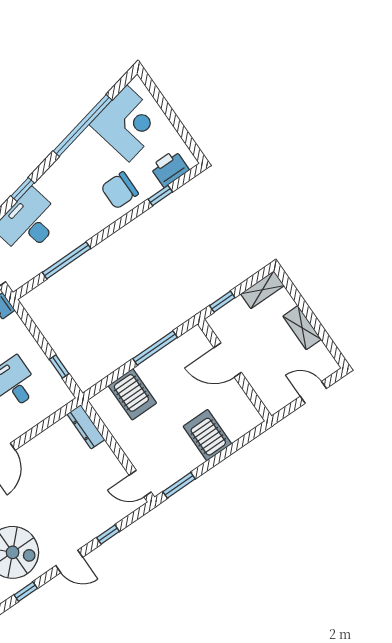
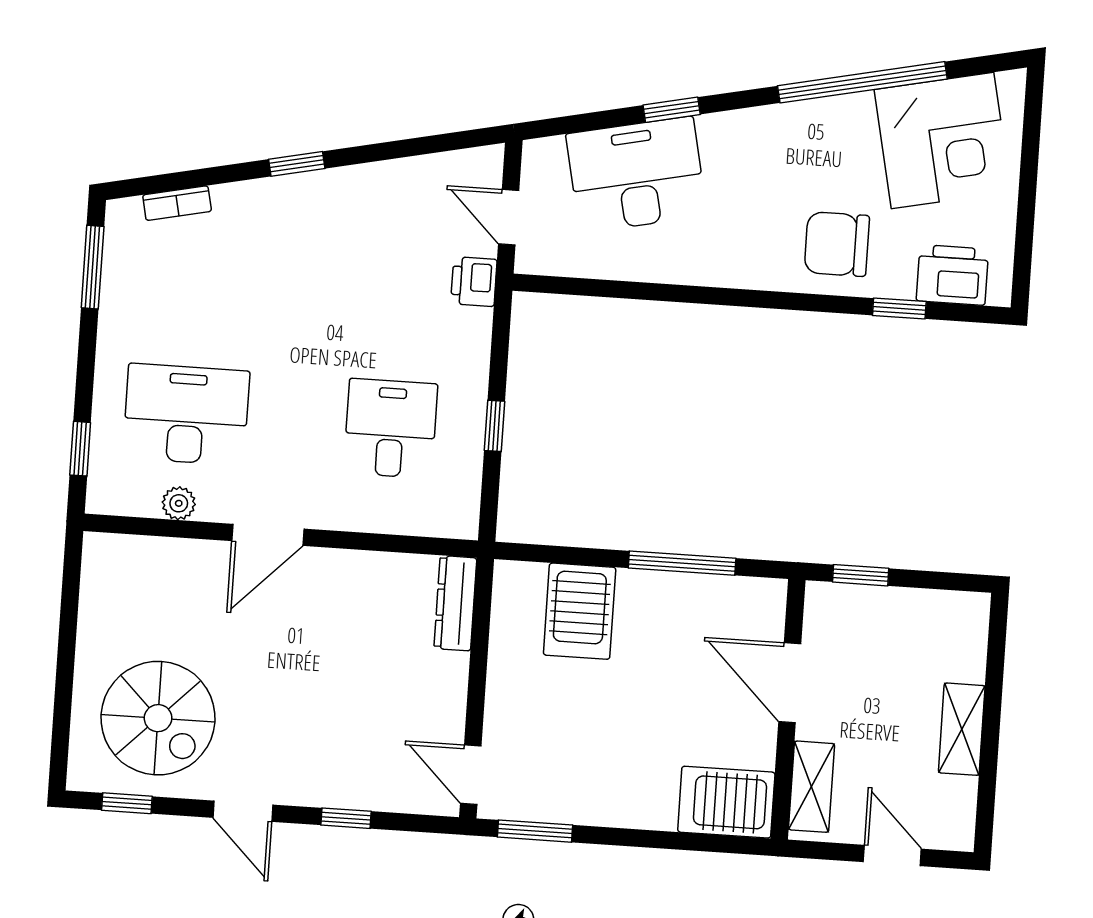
window: (67, 260) -> (650, 292), removed
shelving: (262, 290) -> (812, 787), moved, turned 90
window: (59, 367) -> (494, 426), moved
server rack: (207, 435) -> (726, 802), moved, turned -90

